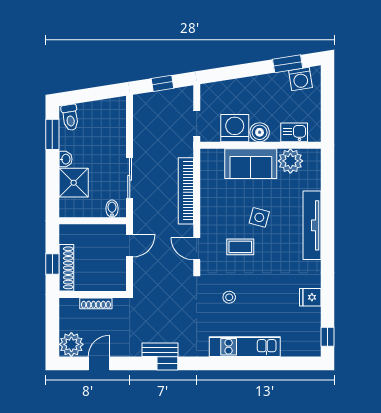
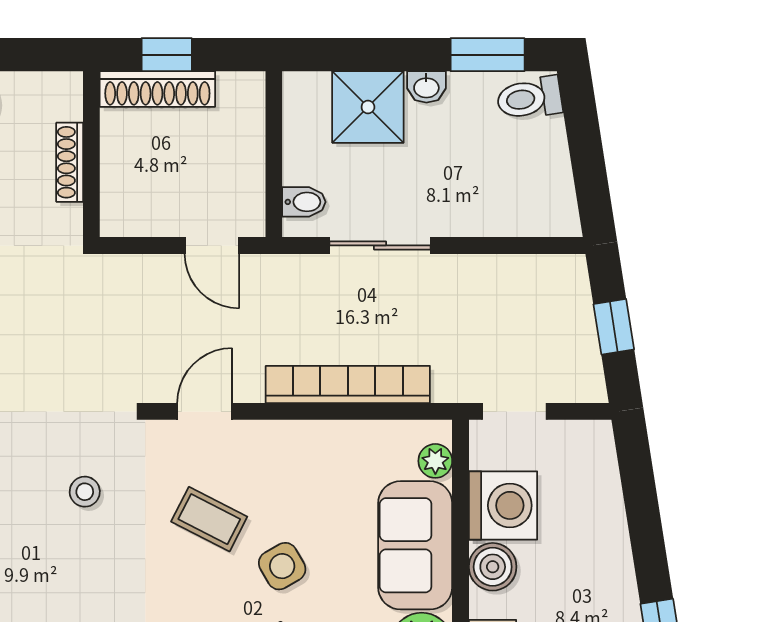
plant: (217, 155) -> (435, 461), added
side table: (259, 217) -> (282, 566), turned 45
coffee table: (240, 247) -> (209, 519), turned -63

